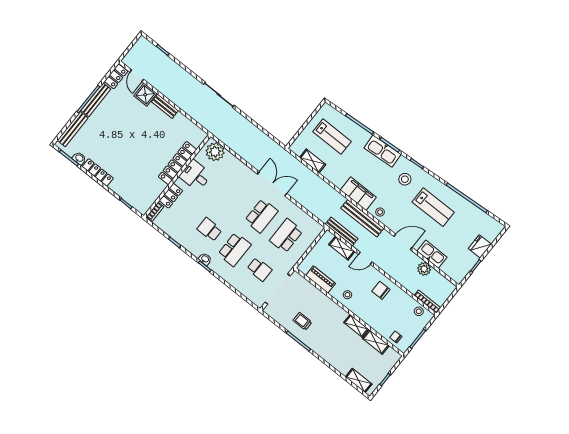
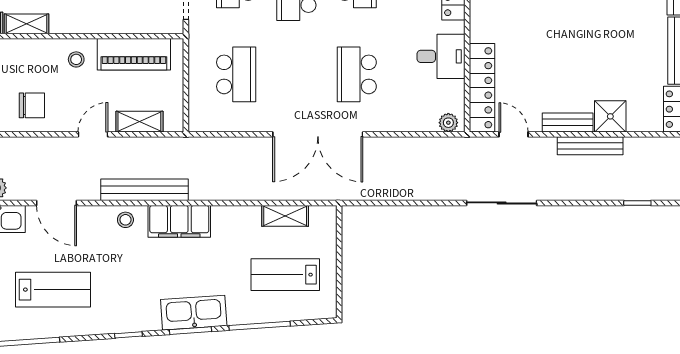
door: (137, 76) -> (514, 134), moved
plant: (215, 152) -> (448, 123), width x0.53, depth x0.53
locker: (178, 163) -> (482, 88), moved
stool: (405, 179) -> (128, 298), removed
double door: (272, 184) -> (318, 134), width x1.36
lab bench: (433, 207) -> (53, 290), turned 180
school desk: (261, 216) -> (357, 74), moved
bench: (342, 231) -> (590, 146), moved
door: (403, 242) -> (57, 203), hinge flipped
piano: (321, 279) -> (134, 54), width x1.37, depth x1.33

